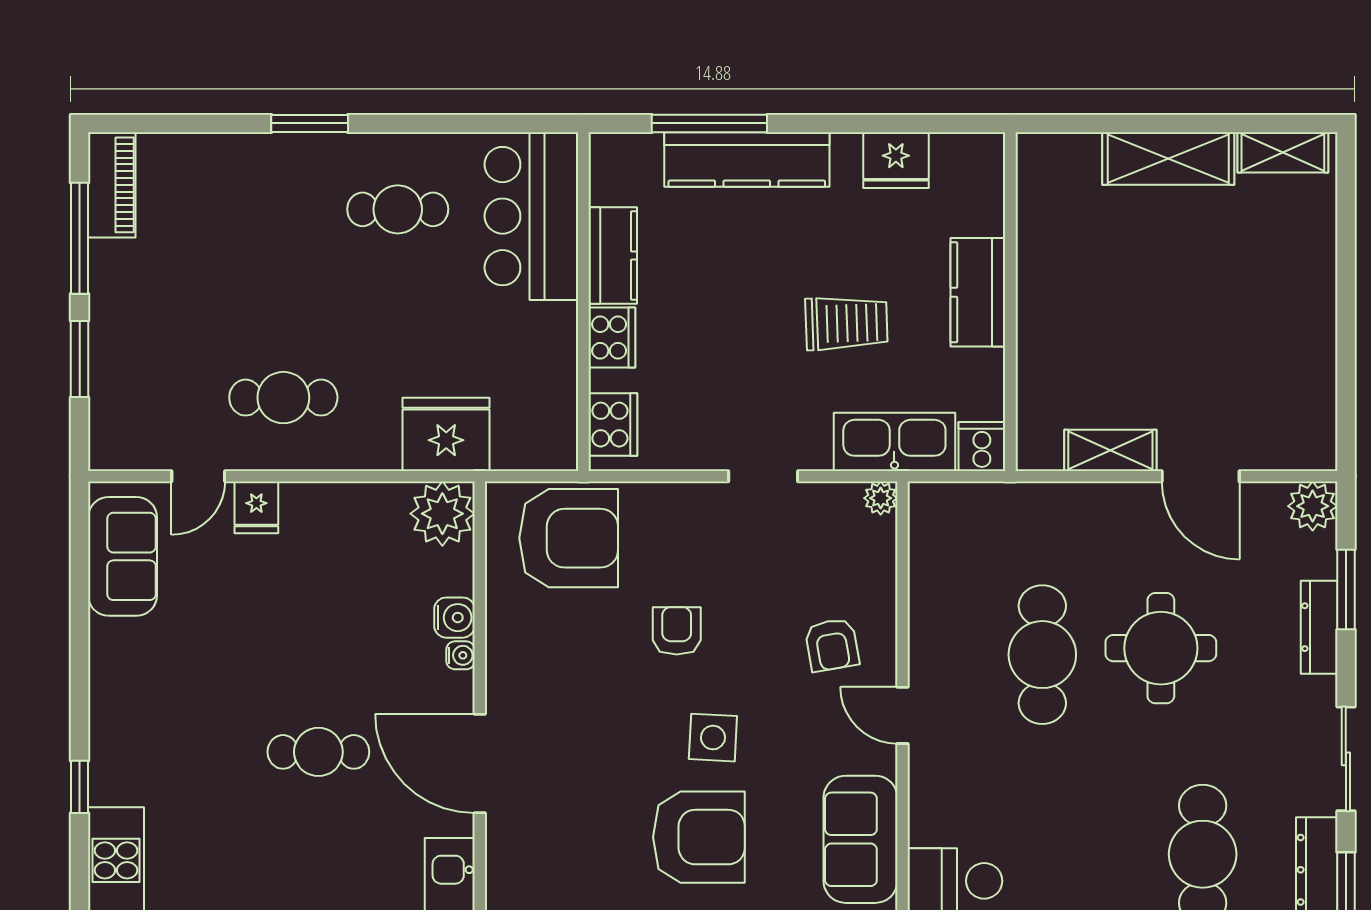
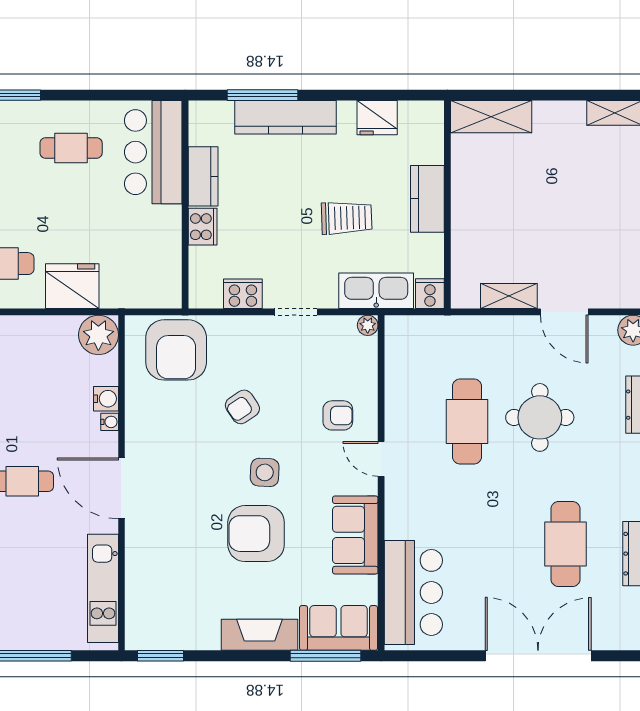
shelving: (1168, 158) -> (491, 117), moved
cooker: (613, 425) -> (243, 294), moved, turned -90
fridge: (446, 434) -> (72, 286), moved
armchair: (569, 538) -> (176, 350), turned 90
armchair: (677, 631) -> (242, 407), turned -124
armchair: (832, 645) -> (338, 415), turned -80
armchair: (699, 837) -> (256, 534), turned 180

